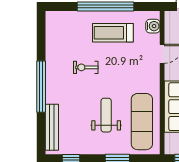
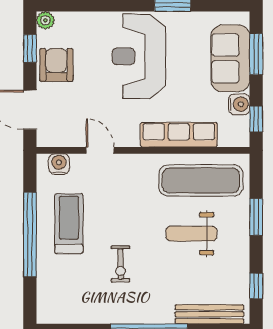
treadmill: (113, 33) -> (69, 224), turned 180

